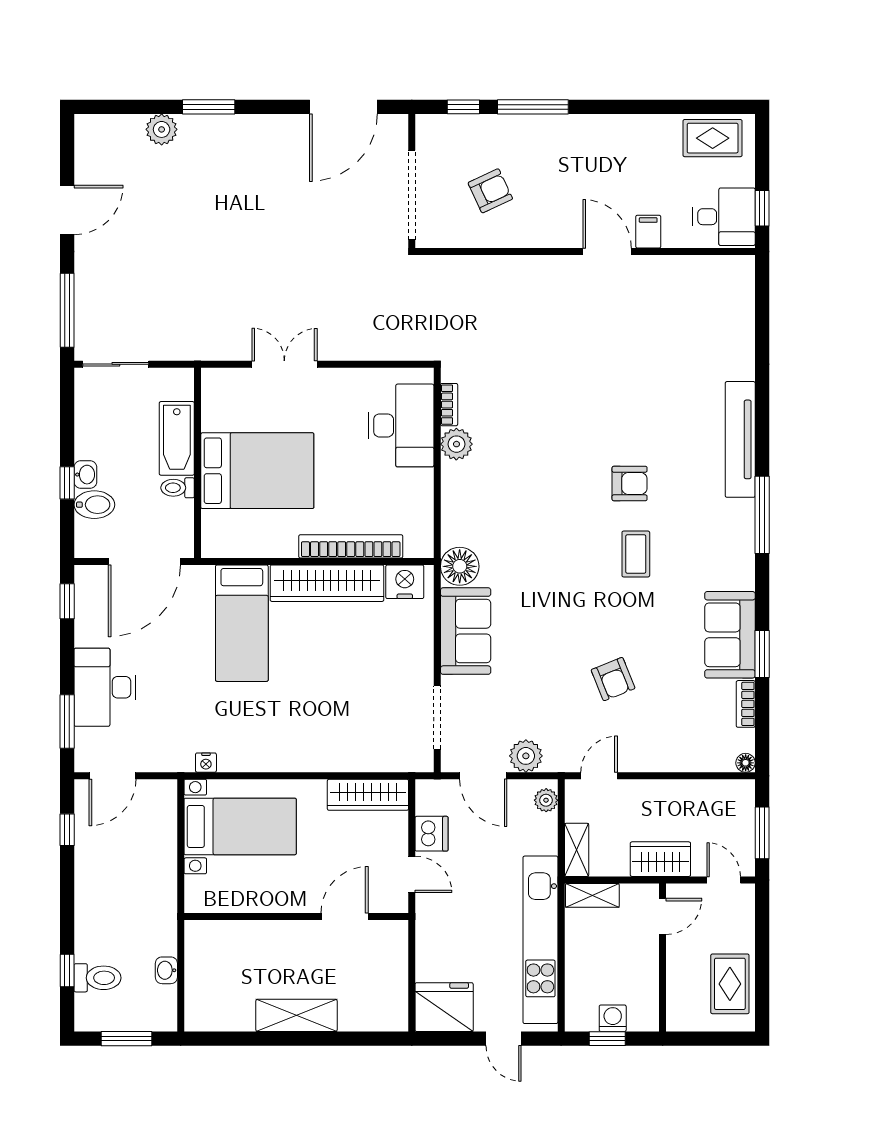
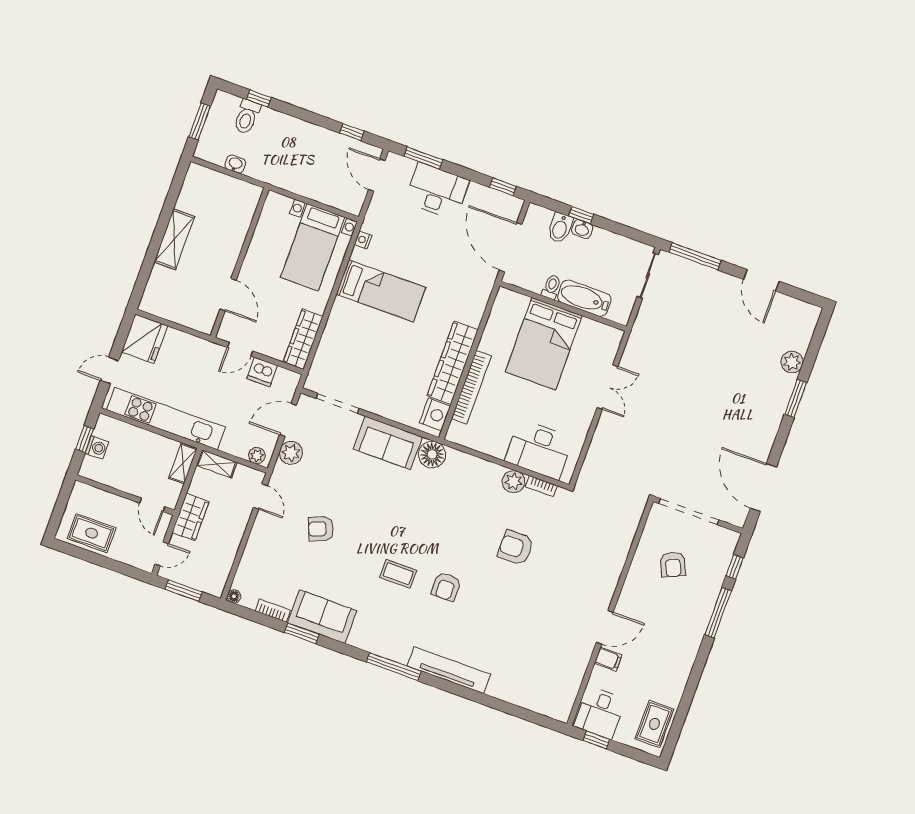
armchair: (544, 409) -> (516, 548), added
bed: (242, 623) -> (381, 291), moved, turned 180

